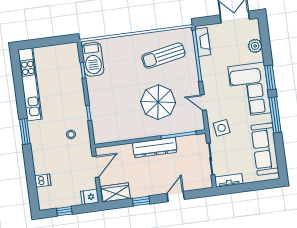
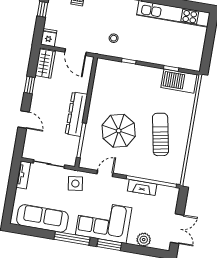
fireplace: (203, 42) -> (142, 188), moved
sun lounger: (163, 56) -> (160, 134), moved

